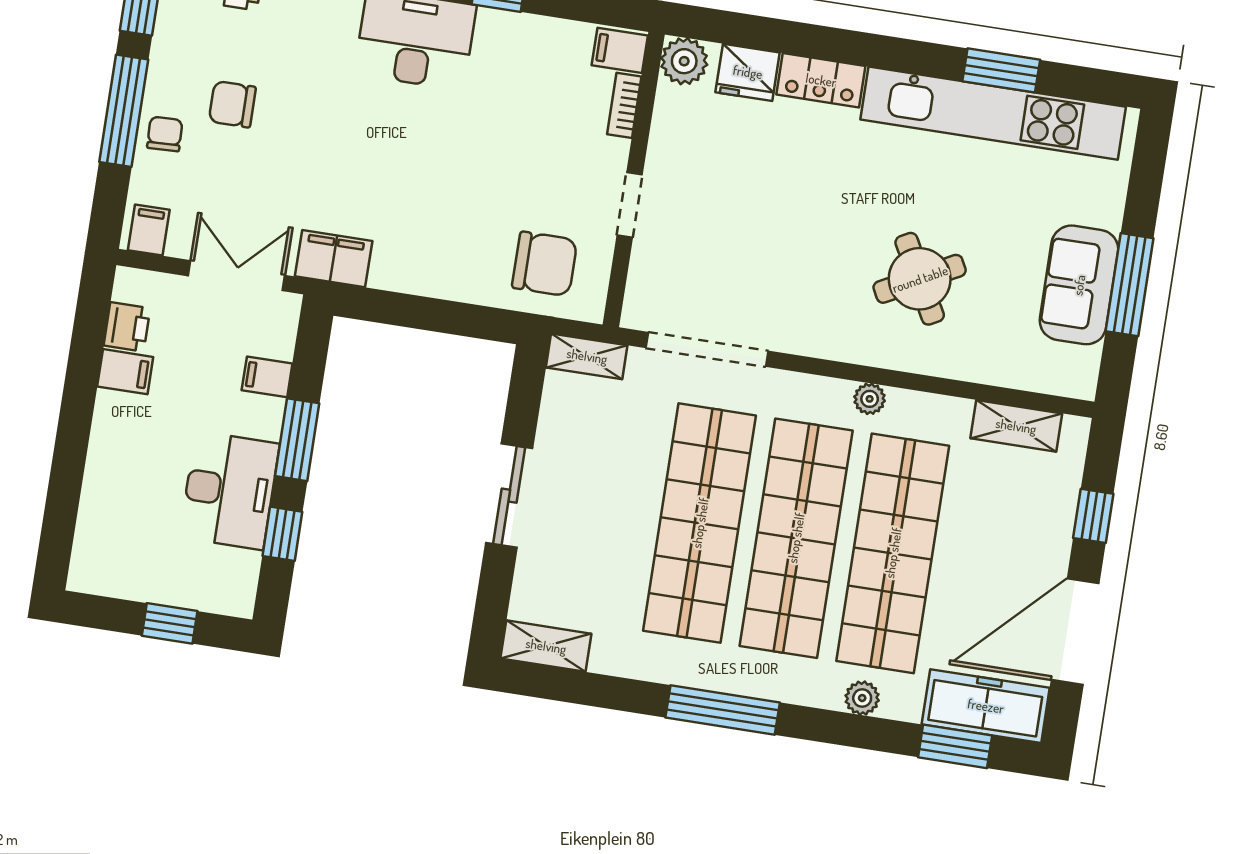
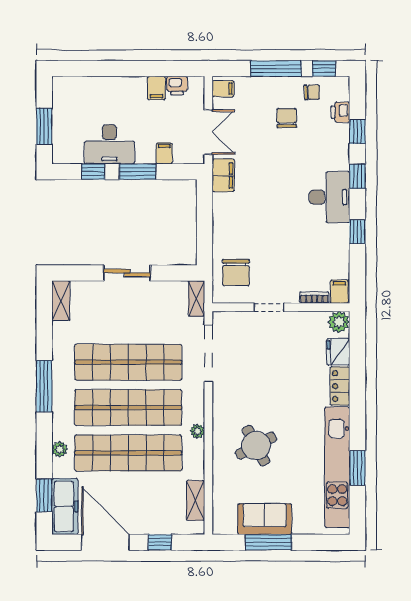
chair: (165, 134) -> (312, 92), moved
window: (170, 623) -> (44, 126), width x1.50

